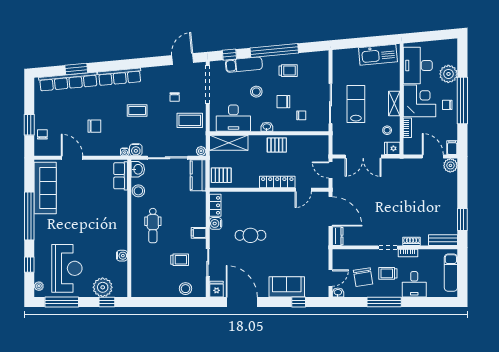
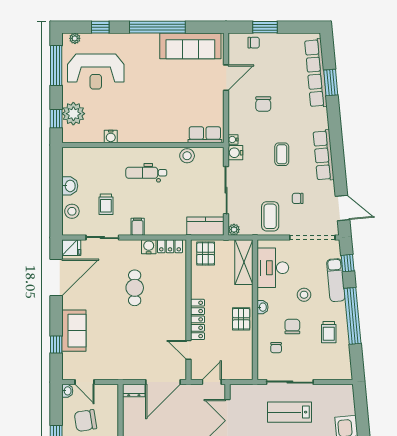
row of seats: (120, 77) -> (324, 155), moved
lab bench: (356, 104) -> (289, 412), turned 180
washbasin: (138, 169) -> (70, 186), moved, turned -90

